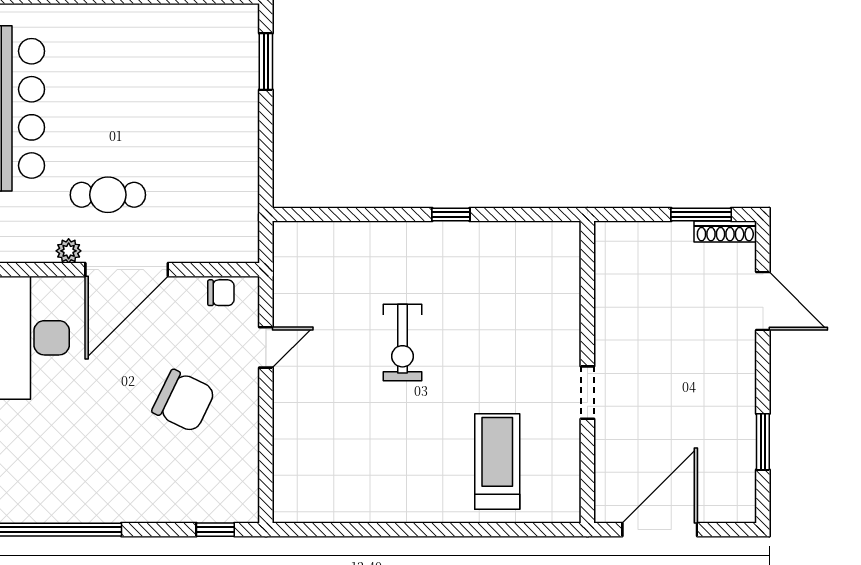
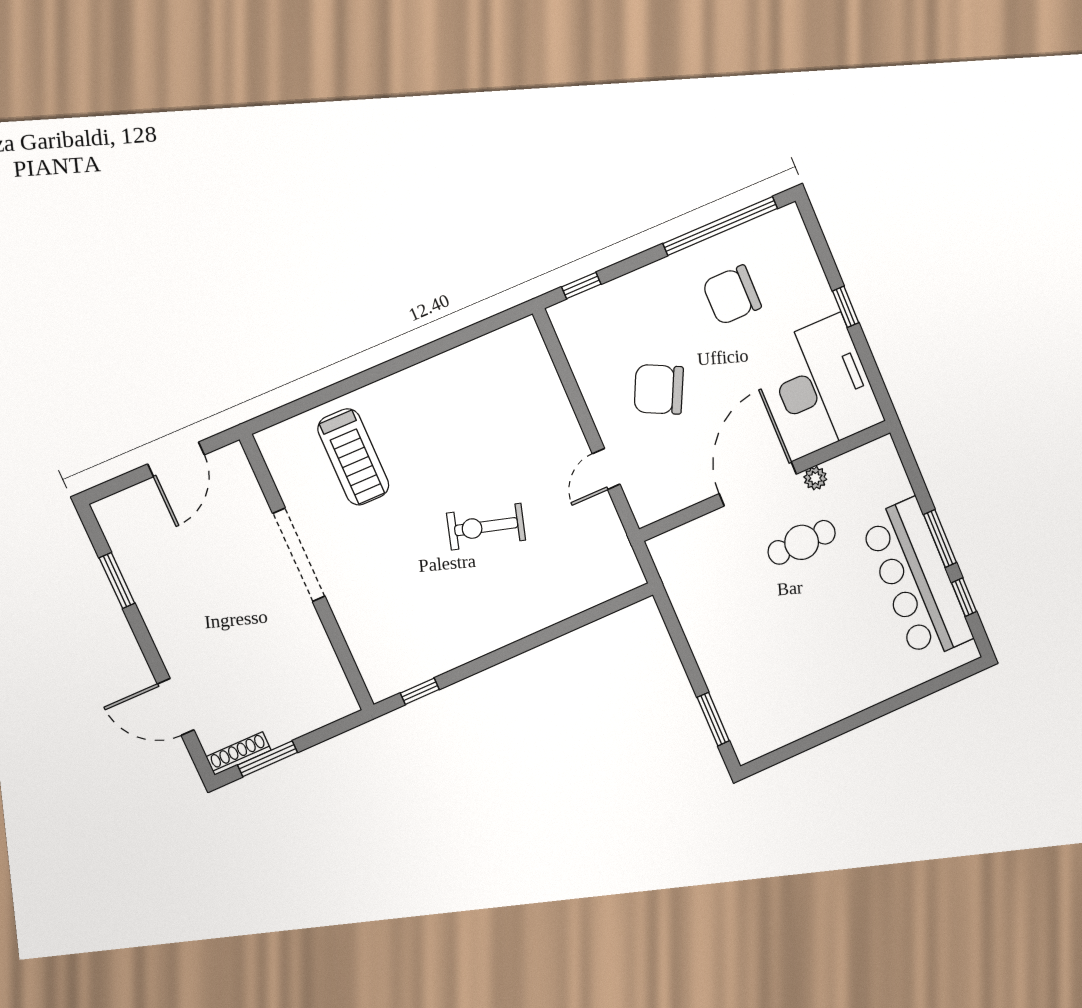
window: (451, 214) -> (420, 691), moved
chair: (221, 293) -> (732, 295), moved, width x1.87, depth x1.87
exercise bike: (403, 342) -> (486, 527), turned -74
doorway: (587, 393) -> (299, 555), width x1.87
door: (660, 530) -> (176, 459), width x0.73

